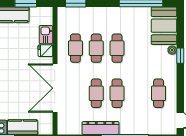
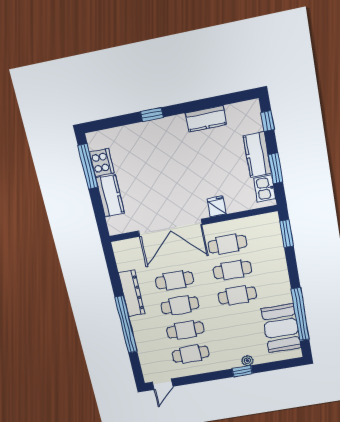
booth: (164, 26) -> (281, 328), moved, turned 90
kitchen sink: (46, 35) -> (265, 189), moved, turned -90
double door: (55, 88) -> (170, 228), swing flipped
cafe table: (138, 93) -> (185, 330), added

